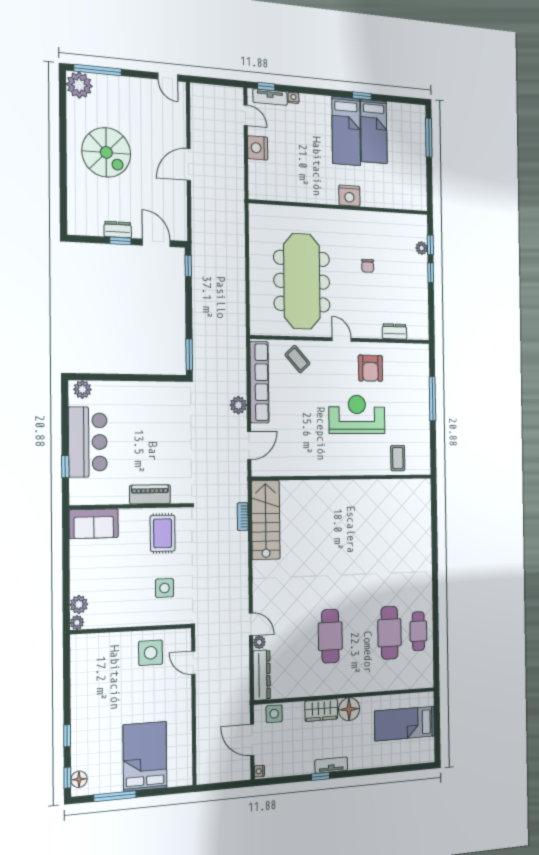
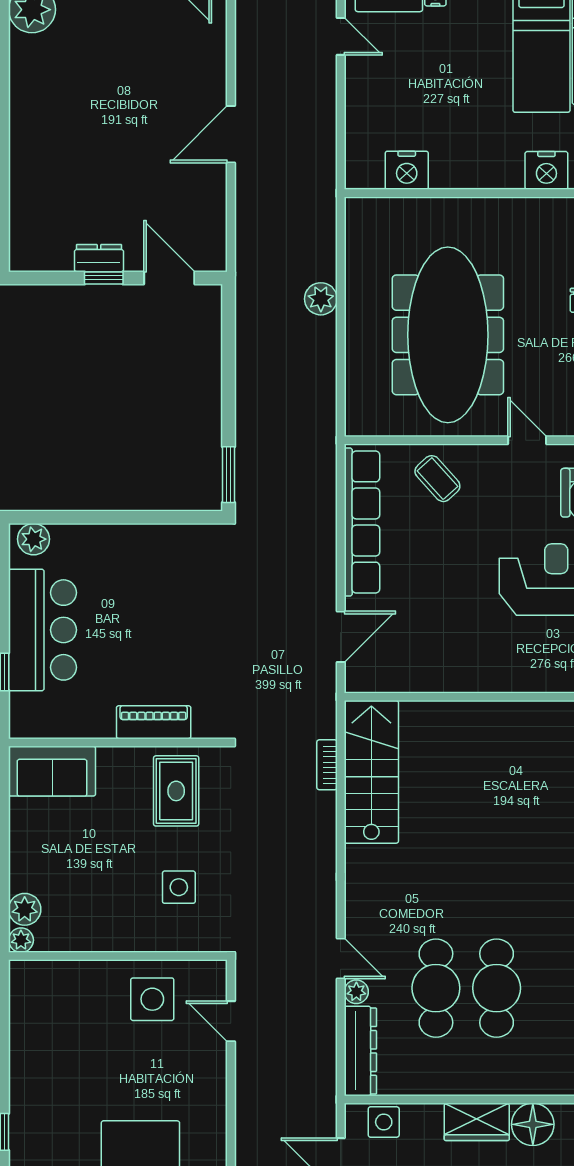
nightstand: (258, 148) -> (407, 170), moved, turned -90
spiral stairs: (106, 152) -> (79, 124), removed
window: (188, 266) -> (228, 316), removed
plant: (238, 405) -> (321, 299), moved
cafe table: (300, 638) -> (436, 988), added

